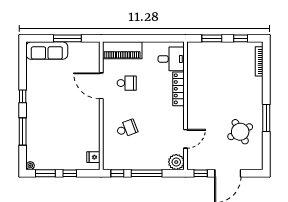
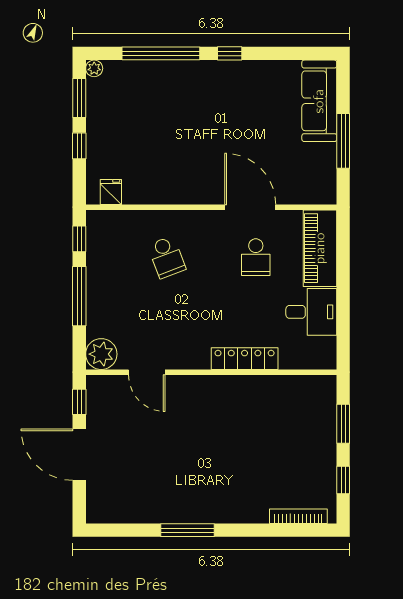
desk: (171, 59) -> (311, 312), moved, turned -90
door: (101, 86) -> (250, 207), hinge flipped
window: (23, 132) -> (161, 53), width x1.46
round table: (240, 132) -> (161, 479), removed

